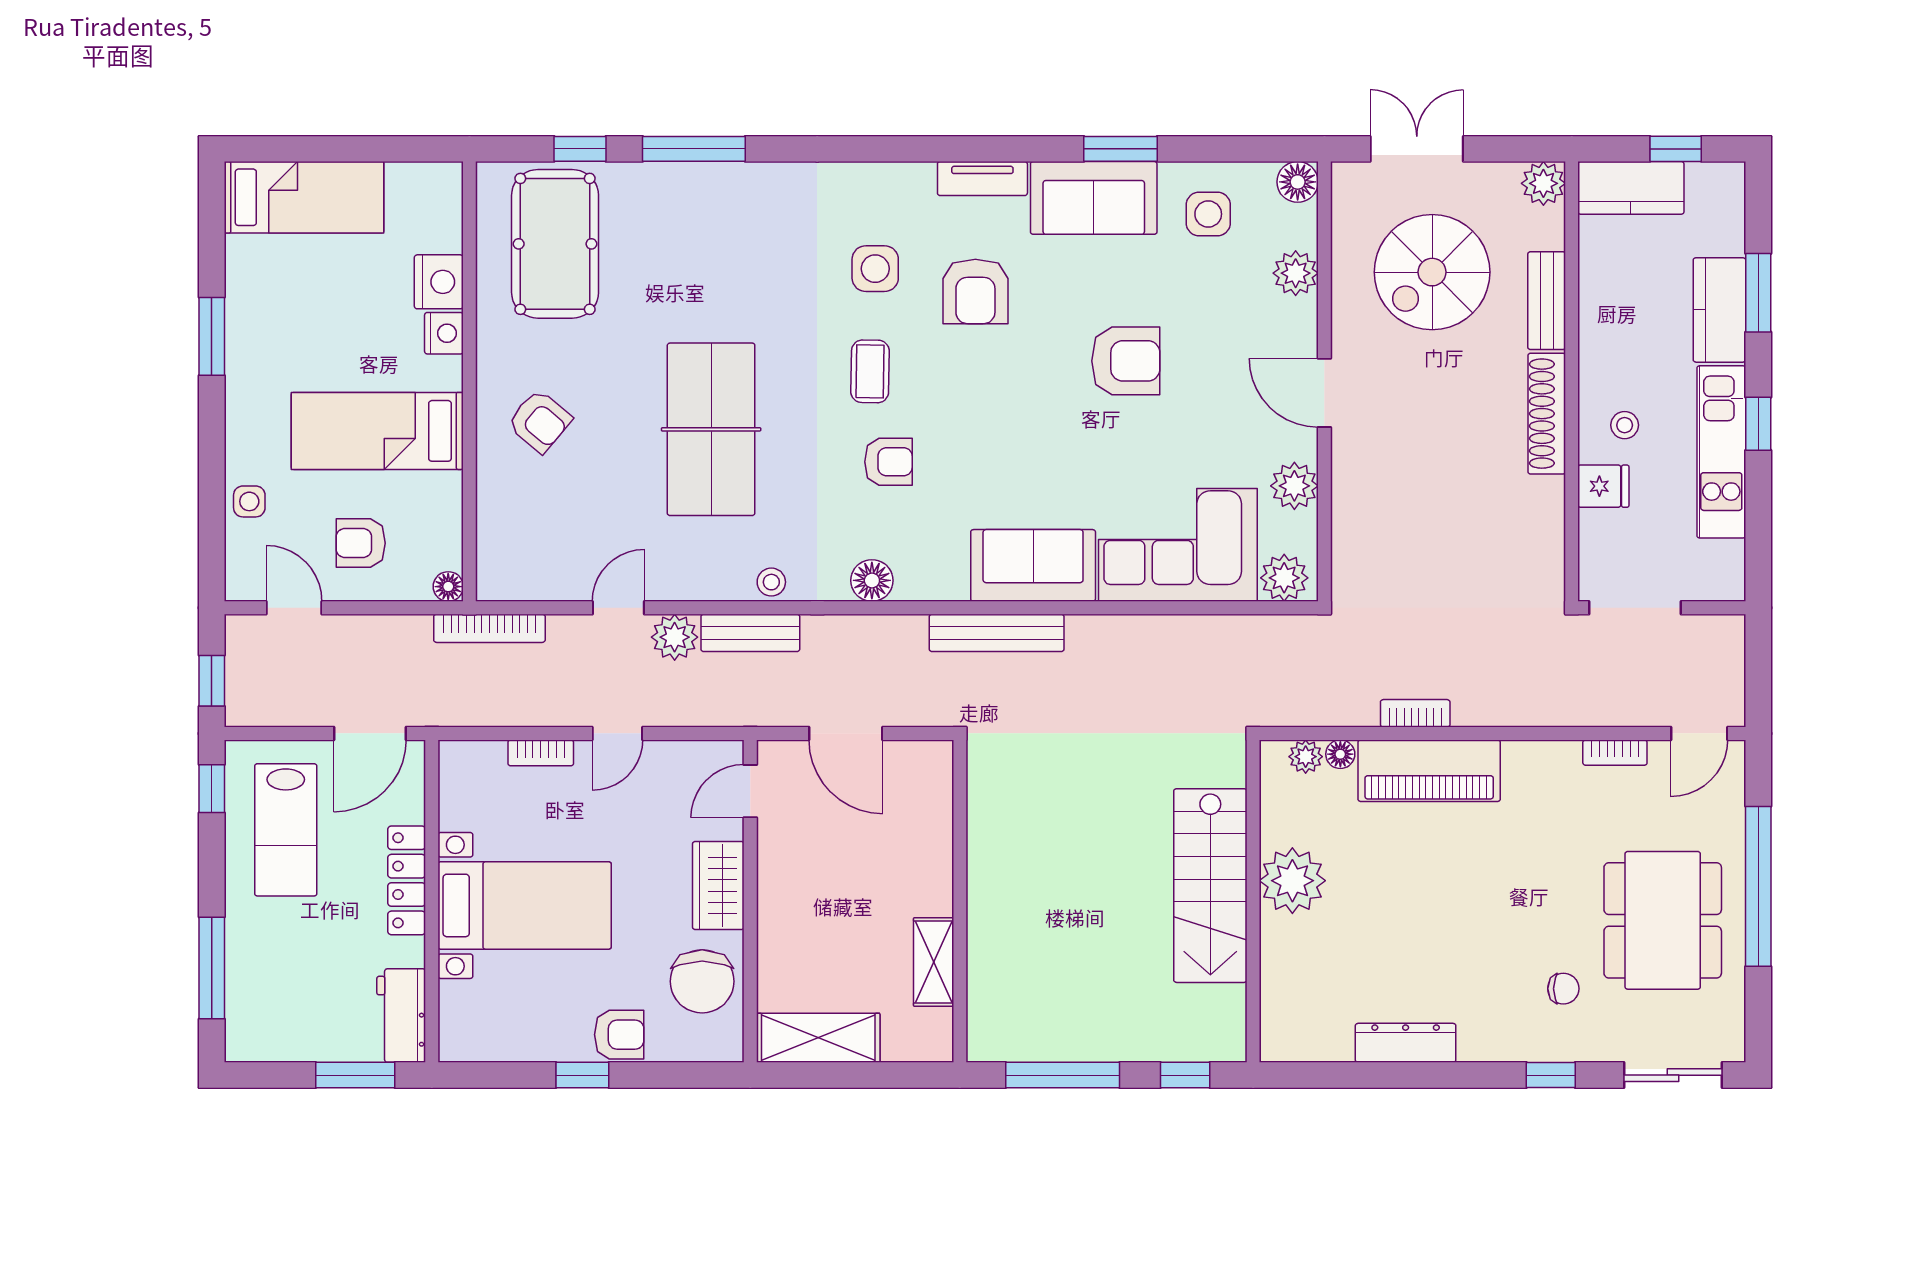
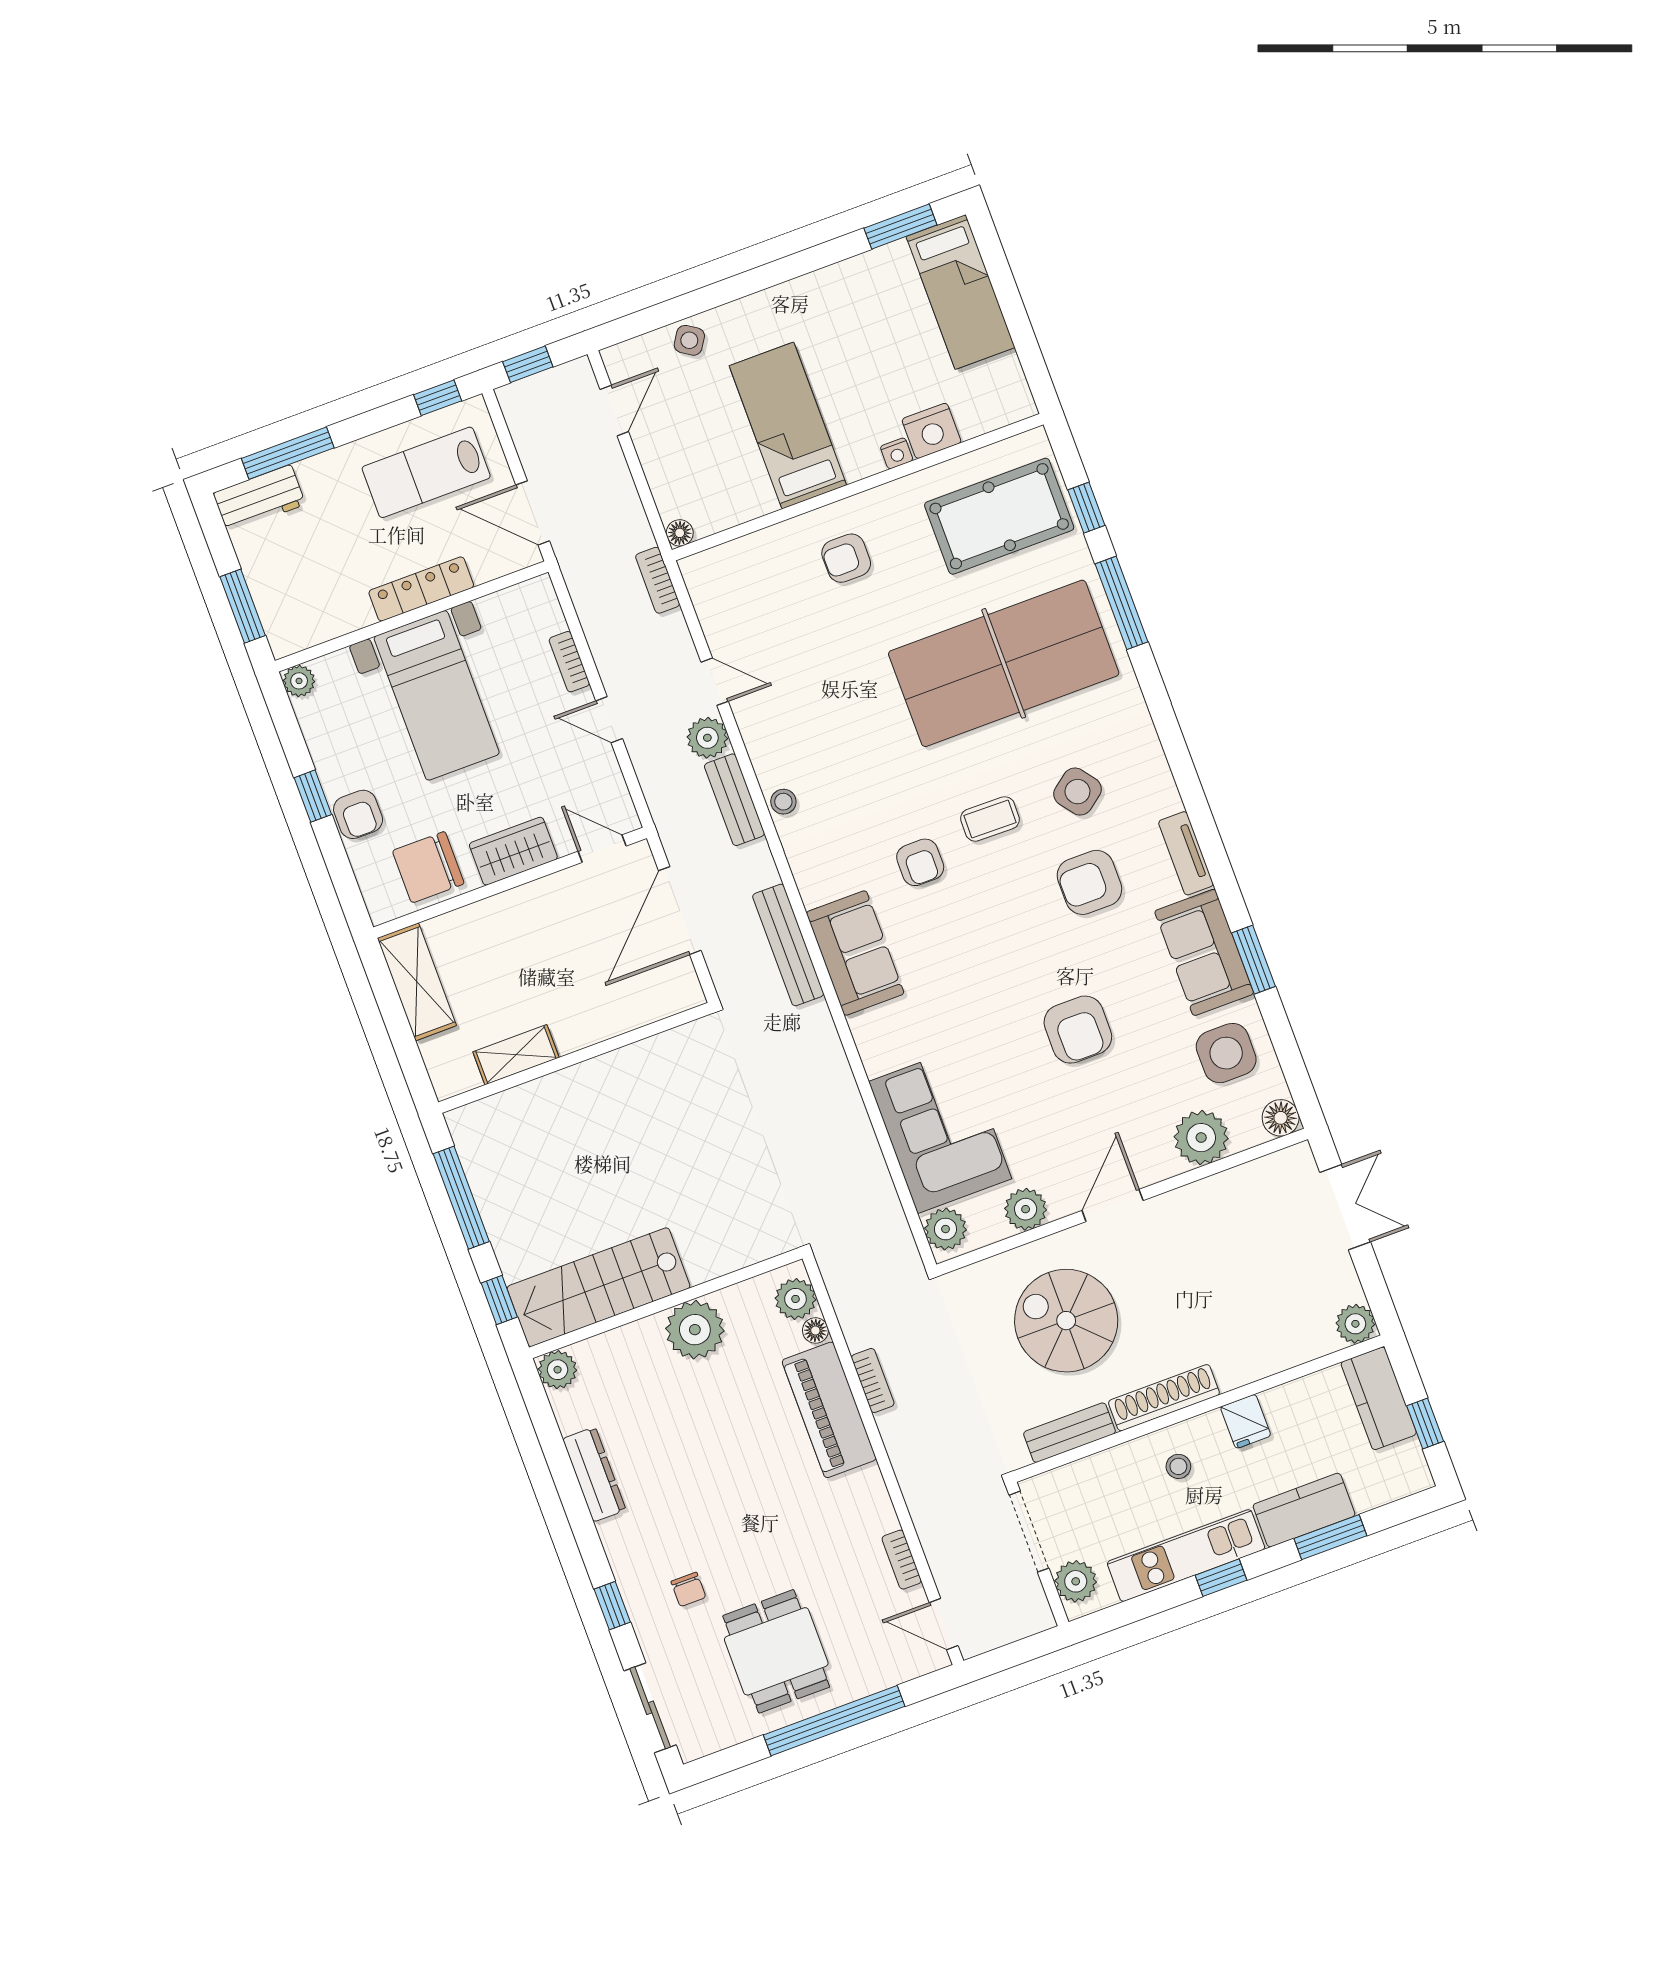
side table: (1208, 214) -> (1226, 1053), width x1.37, depth x1.37
side table: (875, 269) -> (1077, 792), turned -37
spiral stairs: (1432, 272) -> (1066, 1321), moved
plant: (1296, 273) -> (1201, 1138), width x1.36, depth x1.36
bench: (1547, 301) -> (1069, 1433), moved
nightstand: (444, 333) -> (897, 453), width x0.72, depth x0.74
window: (212, 336) -> (900, 226), moved
armchair: (540, 421) -> (846, 558), turned 50
table tennis table: (711, 429) -> (1004, 663), moved, width x1.36, depth x1.32
fridge: (1603, 486) -> (1246, 1421), moved
side table: (249, 501) -> (689, 340), turned 33
armchair: (361, 543) -> (689, 446), removed
sofa: (1033, 565) -> (855, 953), moved
plant: (1706, 578) -> (1076, 1581), added
floor lamp: (872, 580) -> (816, 885), removed
bookcase: (489, 628) -> (658, 580), width x0.64
bench: (997, 633) -> (788, 945), moved
door: (846, 733) -> (680, 911), width x1.36
plant: (1306, 757) -> (795, 1299), width x1.38, depth x1.38
stairs: (1210, 886) -> (599, 1287), moved
dining table: (1663, 920) -> (776, 1651), width x0.73
workbench: (401, 1016) -> (259, 499), moved, turned 180
plant: (1281, 1041) -> (558, 1370), added
plant: (456, 1045) -> (299, 681), added

